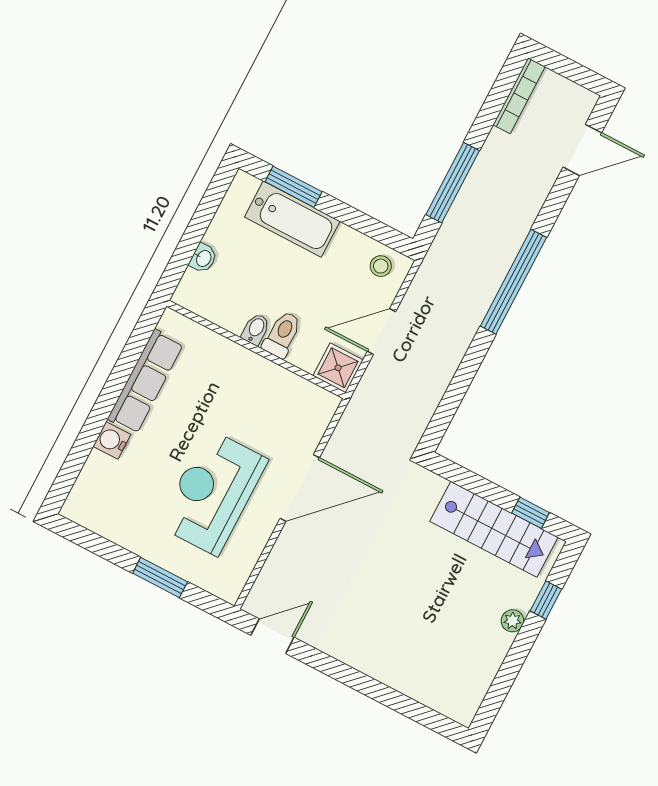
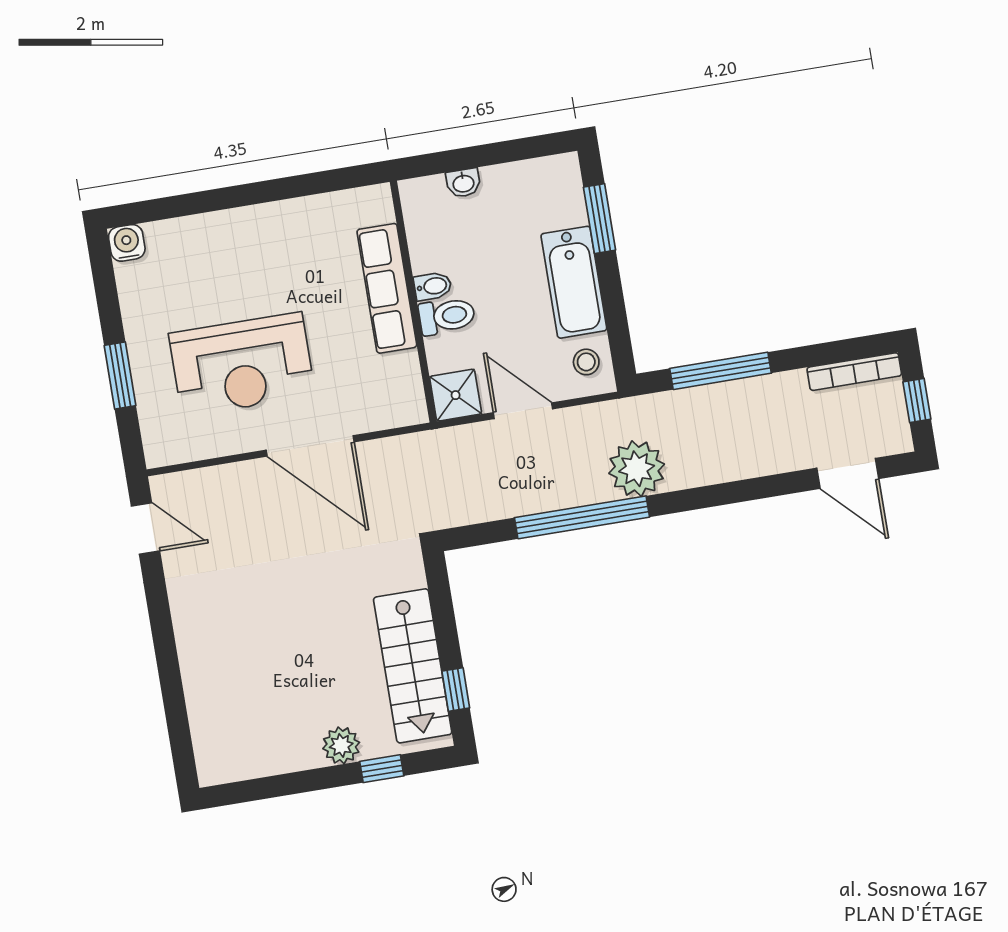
window: (569, 69) -> (917, 400), added
bathtub: (292, 219) -> (574, 282), moved
window: (513, 282) -> (582, 517), moved
plant: (475, 286) -> (637, 469), added
row of seats: (145, 381) -> (387, 288), moved, turned 90
water cooler: (112, 440) -> (127, 243), moved
reception desk: (213, 492) -> (242, 364), turned 180
plant: (512, 621) -> (341, 745), width x1.38, depth x1.38

